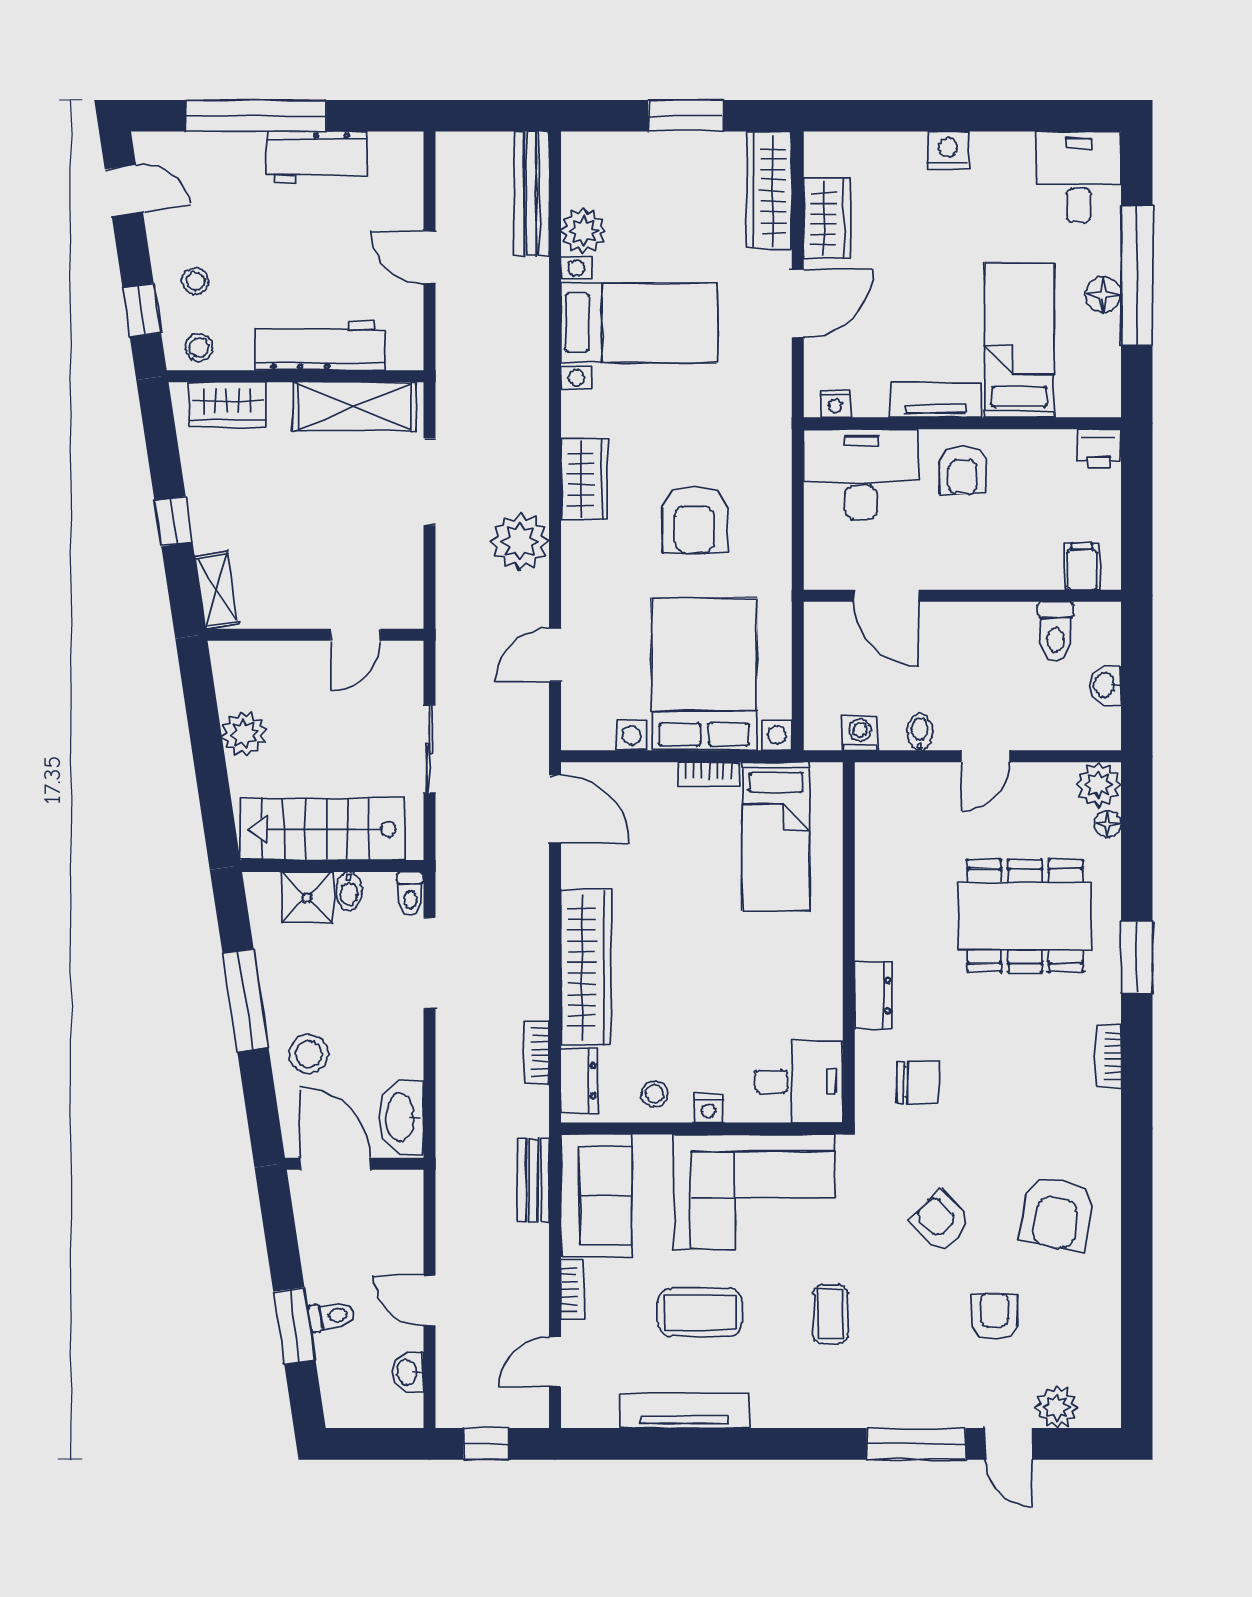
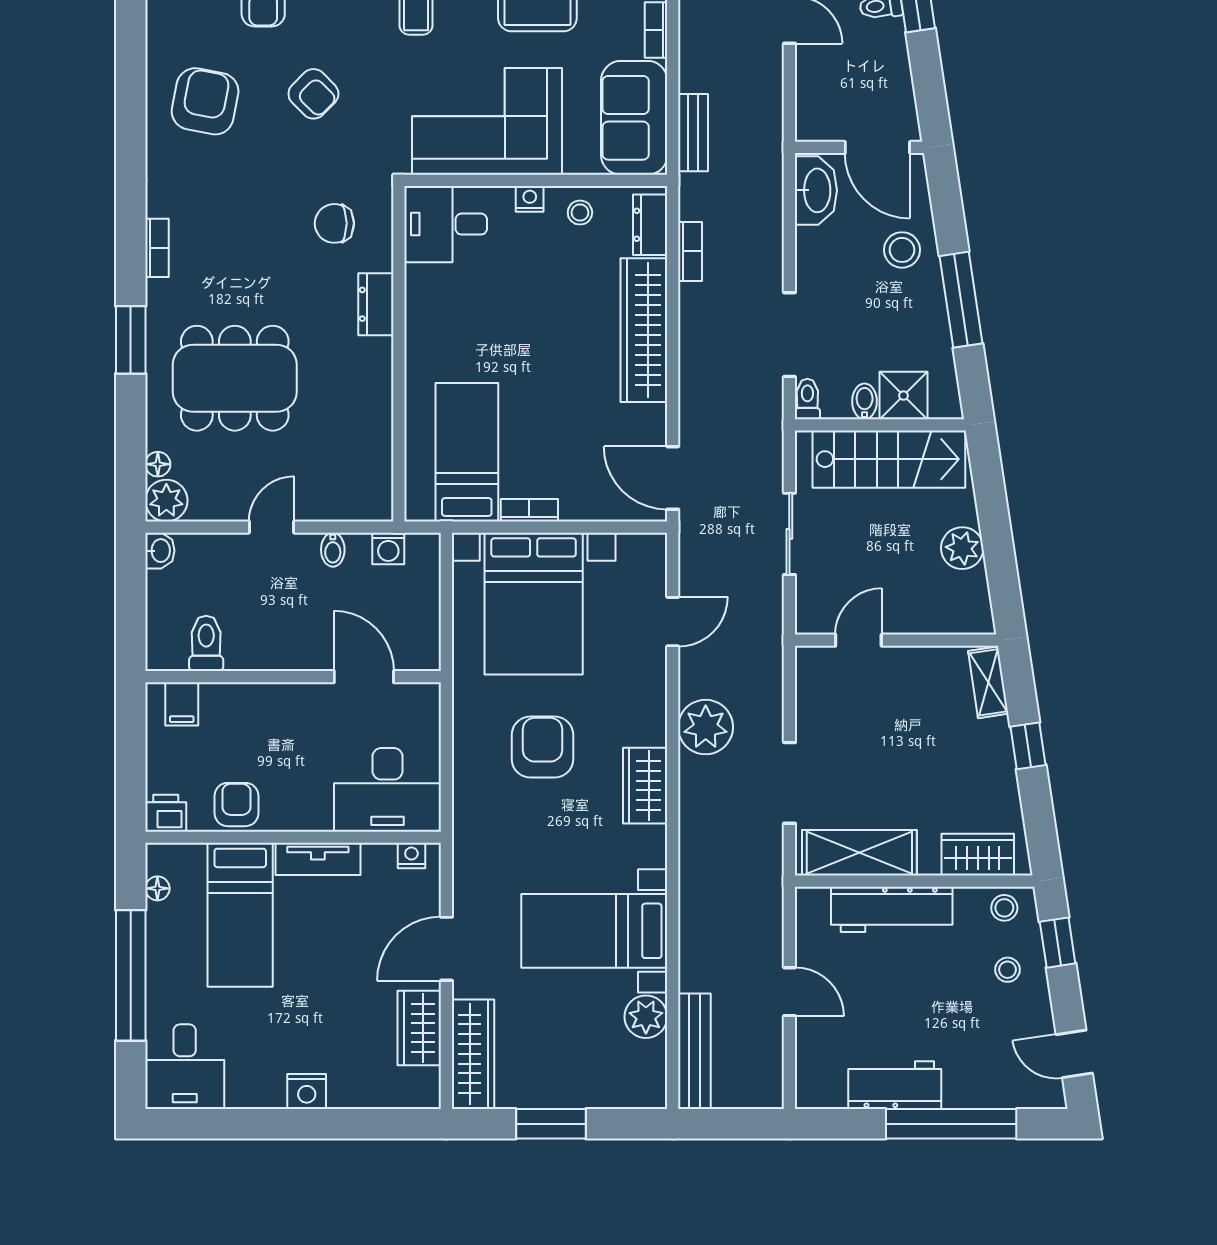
floor lamp: (1103, 295) -> (157, 888), moved, width x0.73, depth x0.73
armchair: (963, 470) -> (236, 805), moved
washbasin: (1105, 685) -> (160, 551), moved

